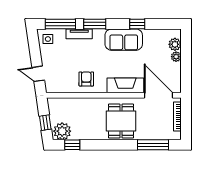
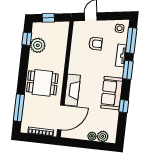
armchair: (86, 79) -> (95, 44), moved
plant: (62, 131) -> (38, 45), moved

